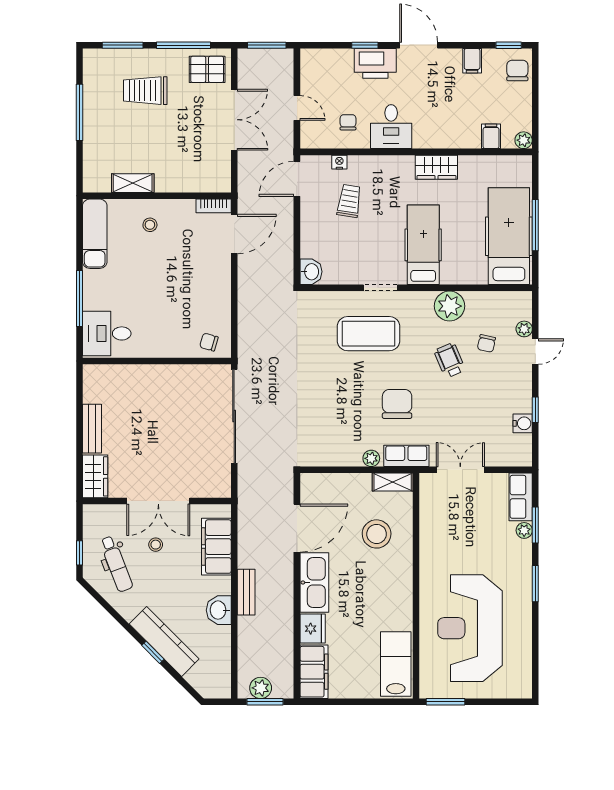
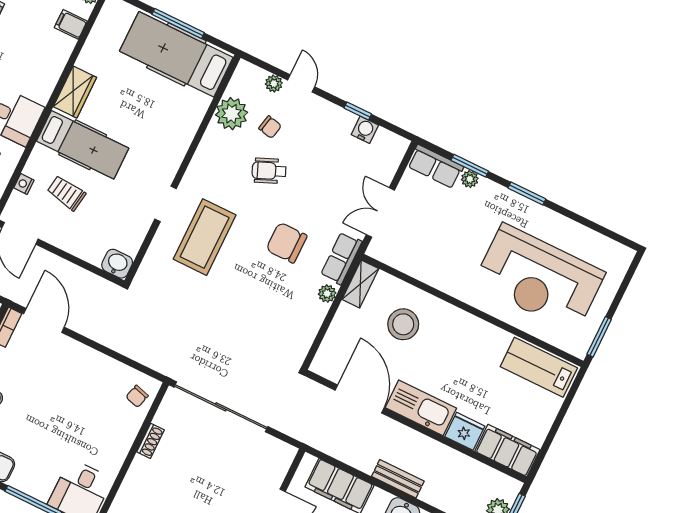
hospital bed: (423, 245) -> (83, 145), moved, turned 180
plant: (450, 306) -> (232, 114), moved
shoe rack: (177, 371) -> (150, 441), added

